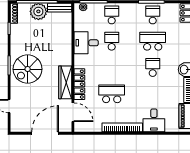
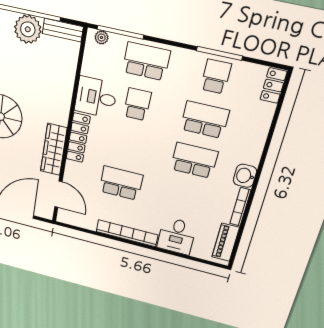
school desk: (112, 15) -> (146, 61), width x1.85
school desk: (153, 68) -> (194, 160), width x1.85
locker: (79, 84) -> (78, 138), moved

